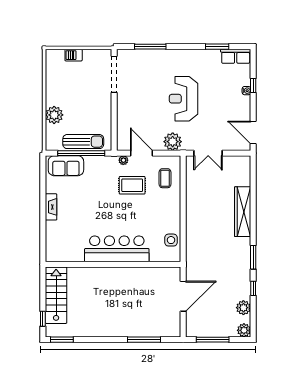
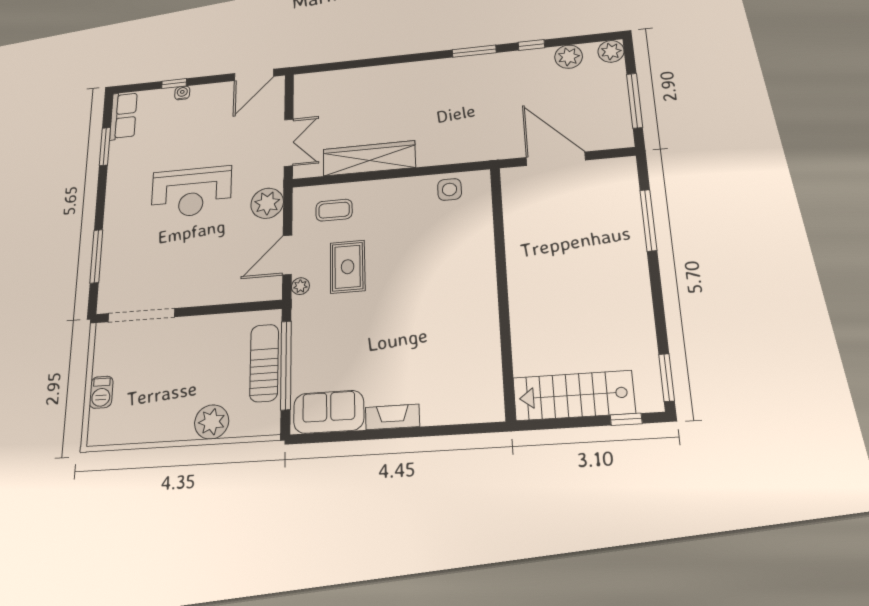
sofa: (66, 166) -> (329, 412), moved, turned -90
wardrobe: (243, 212) -> (369, 158), moved, turned 180
bar counter: (117, 249) -> (471, 285), removed

